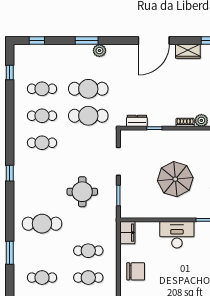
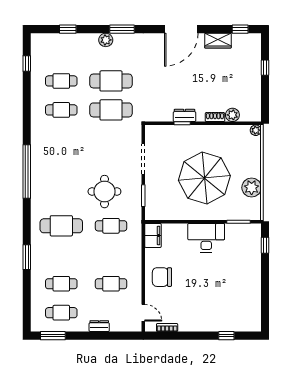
window: (37, 40) -> (68, 29), moved
window: (87, 40) -> (122, 29), moved
plant: (99, 51) -> (106, 40), moved
dresser: (137, 121) -> (184, 115), moved
cafe table: (42, 143) -> (61, 139), removed
window: (10, 173) -> (27, 171), width x3.17
parasol: (175, 179) -> (204, 178), width x1.36, depth x1.36
cafe table: (88, 251) -> (111, 226), moved
chair: (136, 271) -> (162, 277), turned 180

